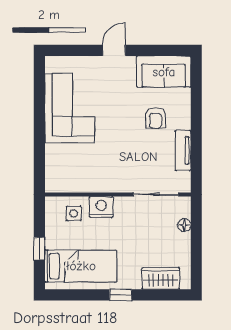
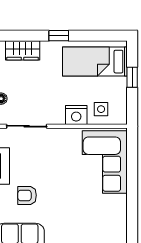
corner sofa: (70, 108) -> (105, 162), moved
armchair: (156, 118) -> (27, 195), turned -90

